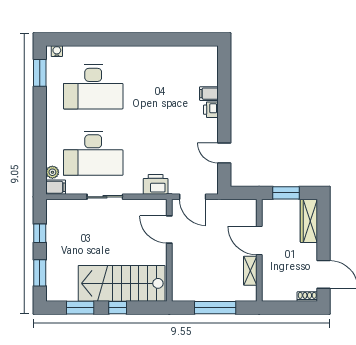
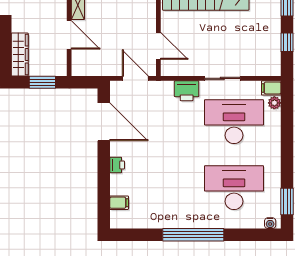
window: (134, 39) -> (193, 235), added
filing cabinet: (209, 94) -> (119, 203), moved
door: (224, 153) -> (104, 122), width x1.87
printer: (156, 184) -> (187, 91), moved

